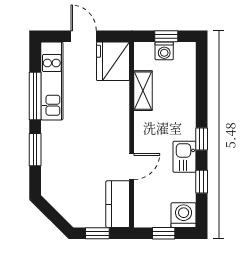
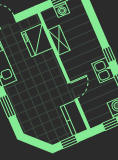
fridge: (113, 61) -> (37, 40), moved

